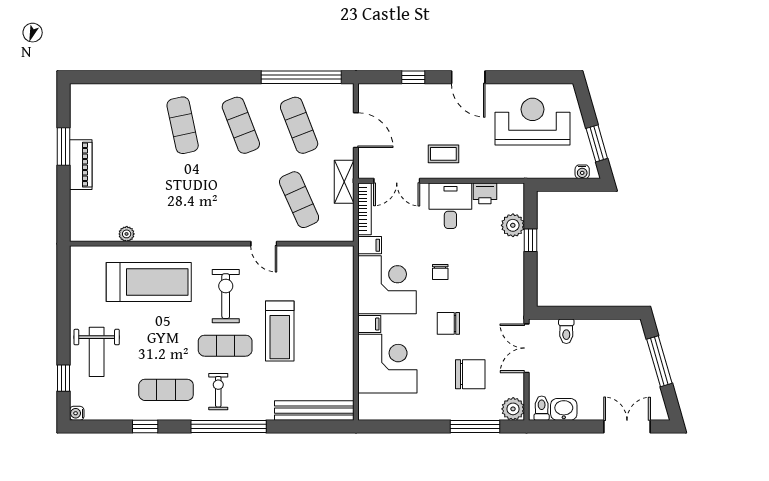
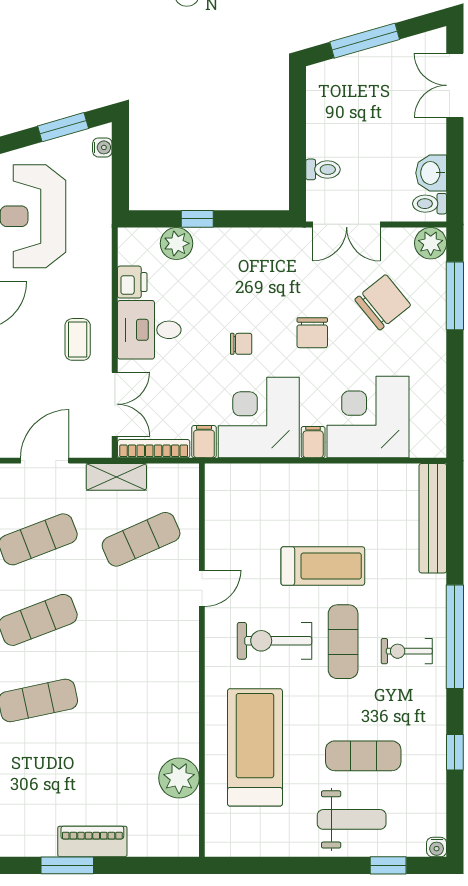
plant: (127, 234) -> (179, 778), width x1.87, depth x1.87
chair: (470, 374) -> (383, 302), turned 51
exercise mat: (166, 390) -> (363, 756), moved, turned 90

